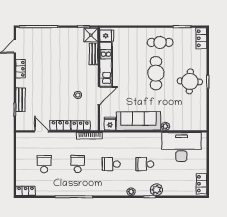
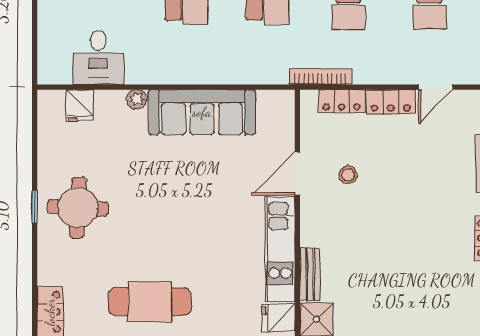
cafe table: (160, 42) -> (150, 302), width x1.37, depth x1.35
cafe table: (156, 73) -> (160, 228), removed
fridge: (110, 124) -> (80, 106), moved
door: (42, 131) -> (436, 87), hinge flipped
desk: (181, 147) -> (98, 57), width x0.53, depth x0.77

